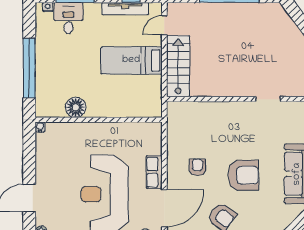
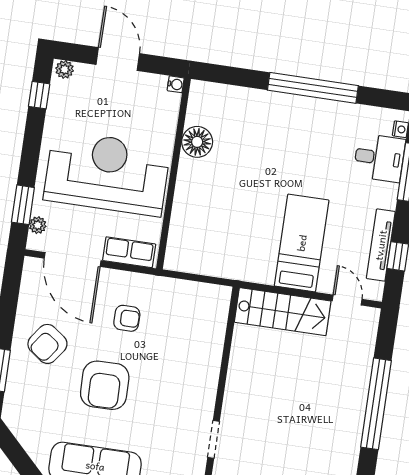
floor lamp: (76, 107) -> (197, 142), moved
wall: (99, 120) -> (173, 174), moved
water cooler: (40, 127) -> (176, 84), moved

